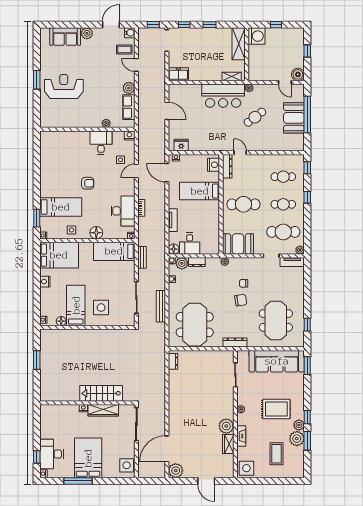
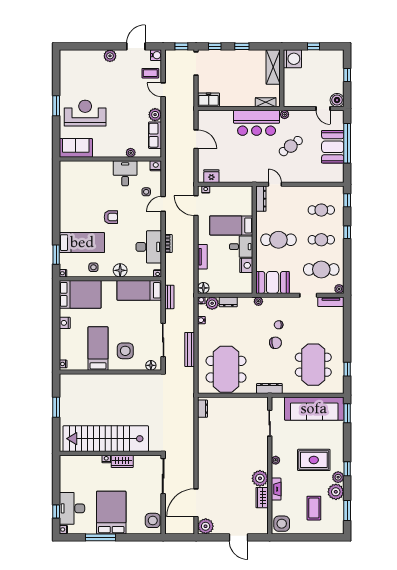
sofa: (65, 37) -> (76, 148), moved, turned 180
nightstand: (213, 165) -> (246, 265), moved
desk: (190, 244) -> (241, 247), moved, turned -90
floor lamp: (61, 321) -> (151, 365), moved
stairs: (101, 393) -> (106, 439), width x1.86, depth x1.51
wardrobe: (103, 410) -> (122, 461), width x0.67
window: (307, 441) -> (347, 510), moved

